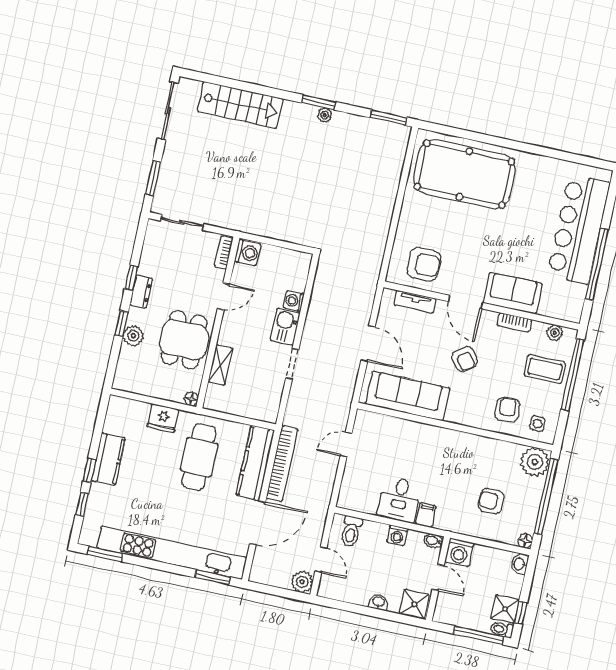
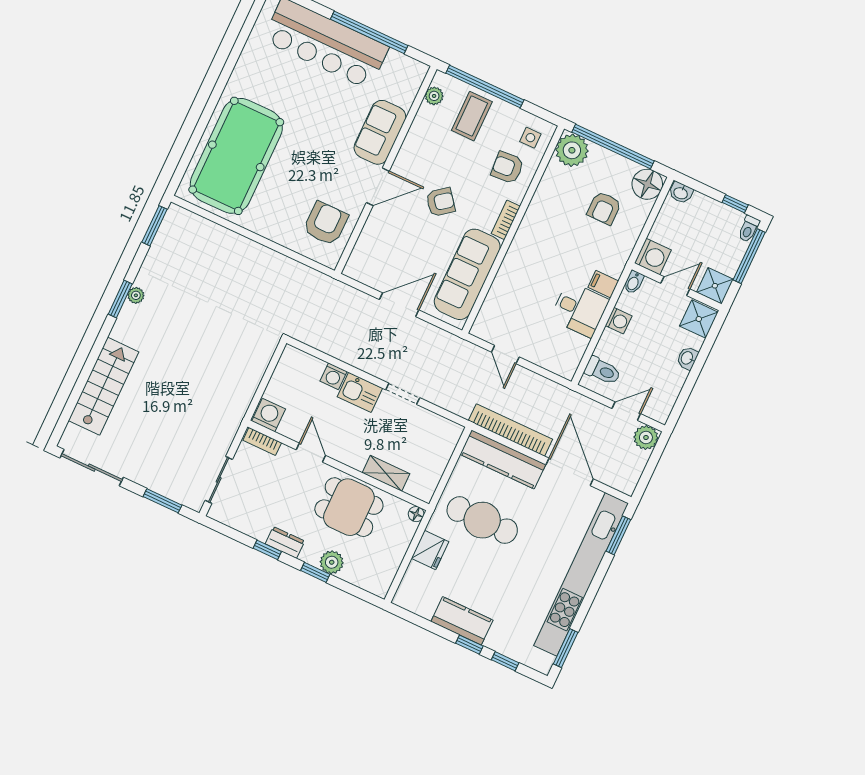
tv unit: (415, 302) -> (365, 242), removed
bookcase: (514, 322) -> (506, 220), moved, turned 180
floor lamp: (525, 541) -> (647, 184), width x1.89, depth x1.89
shower: (505, 609) -> (715, 286), moved

